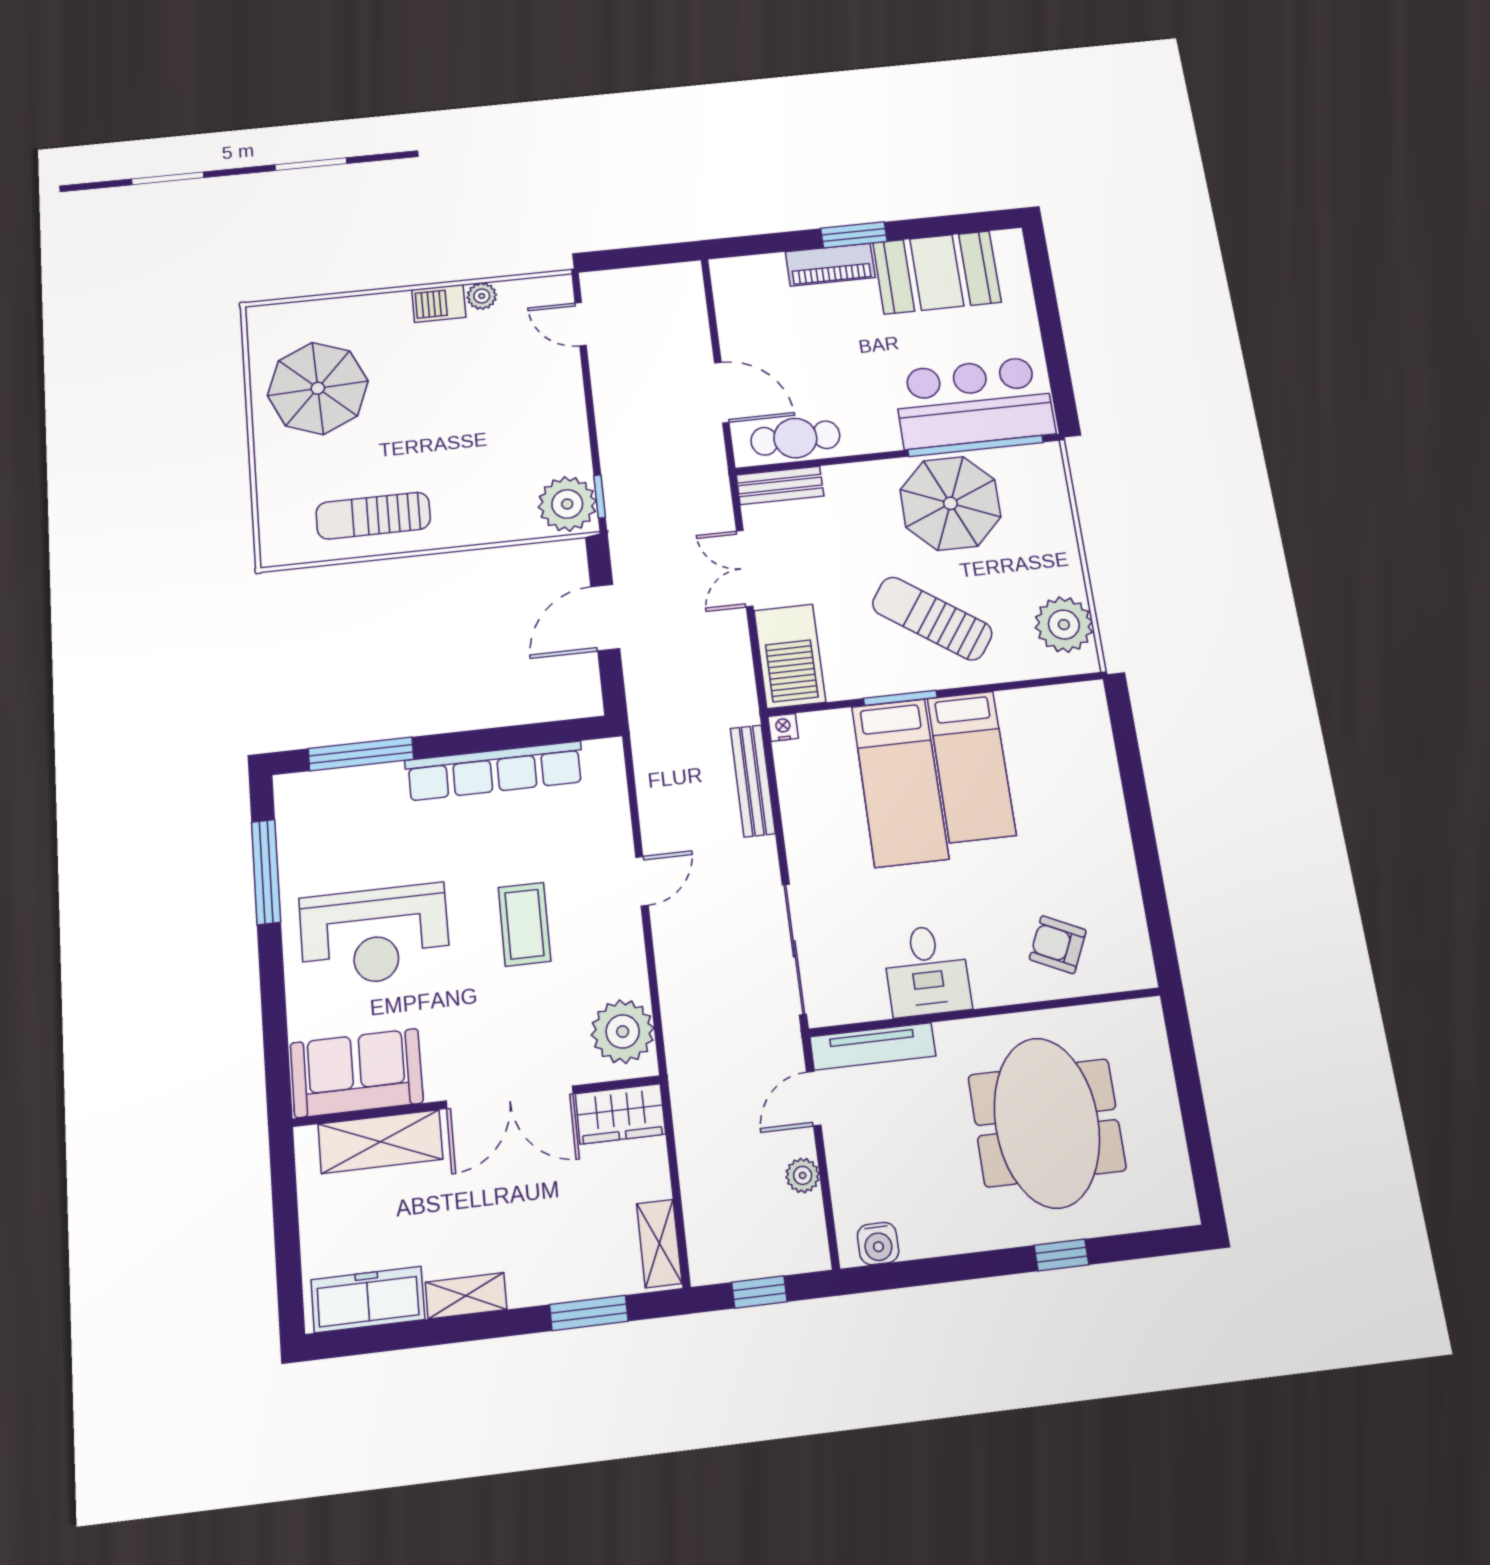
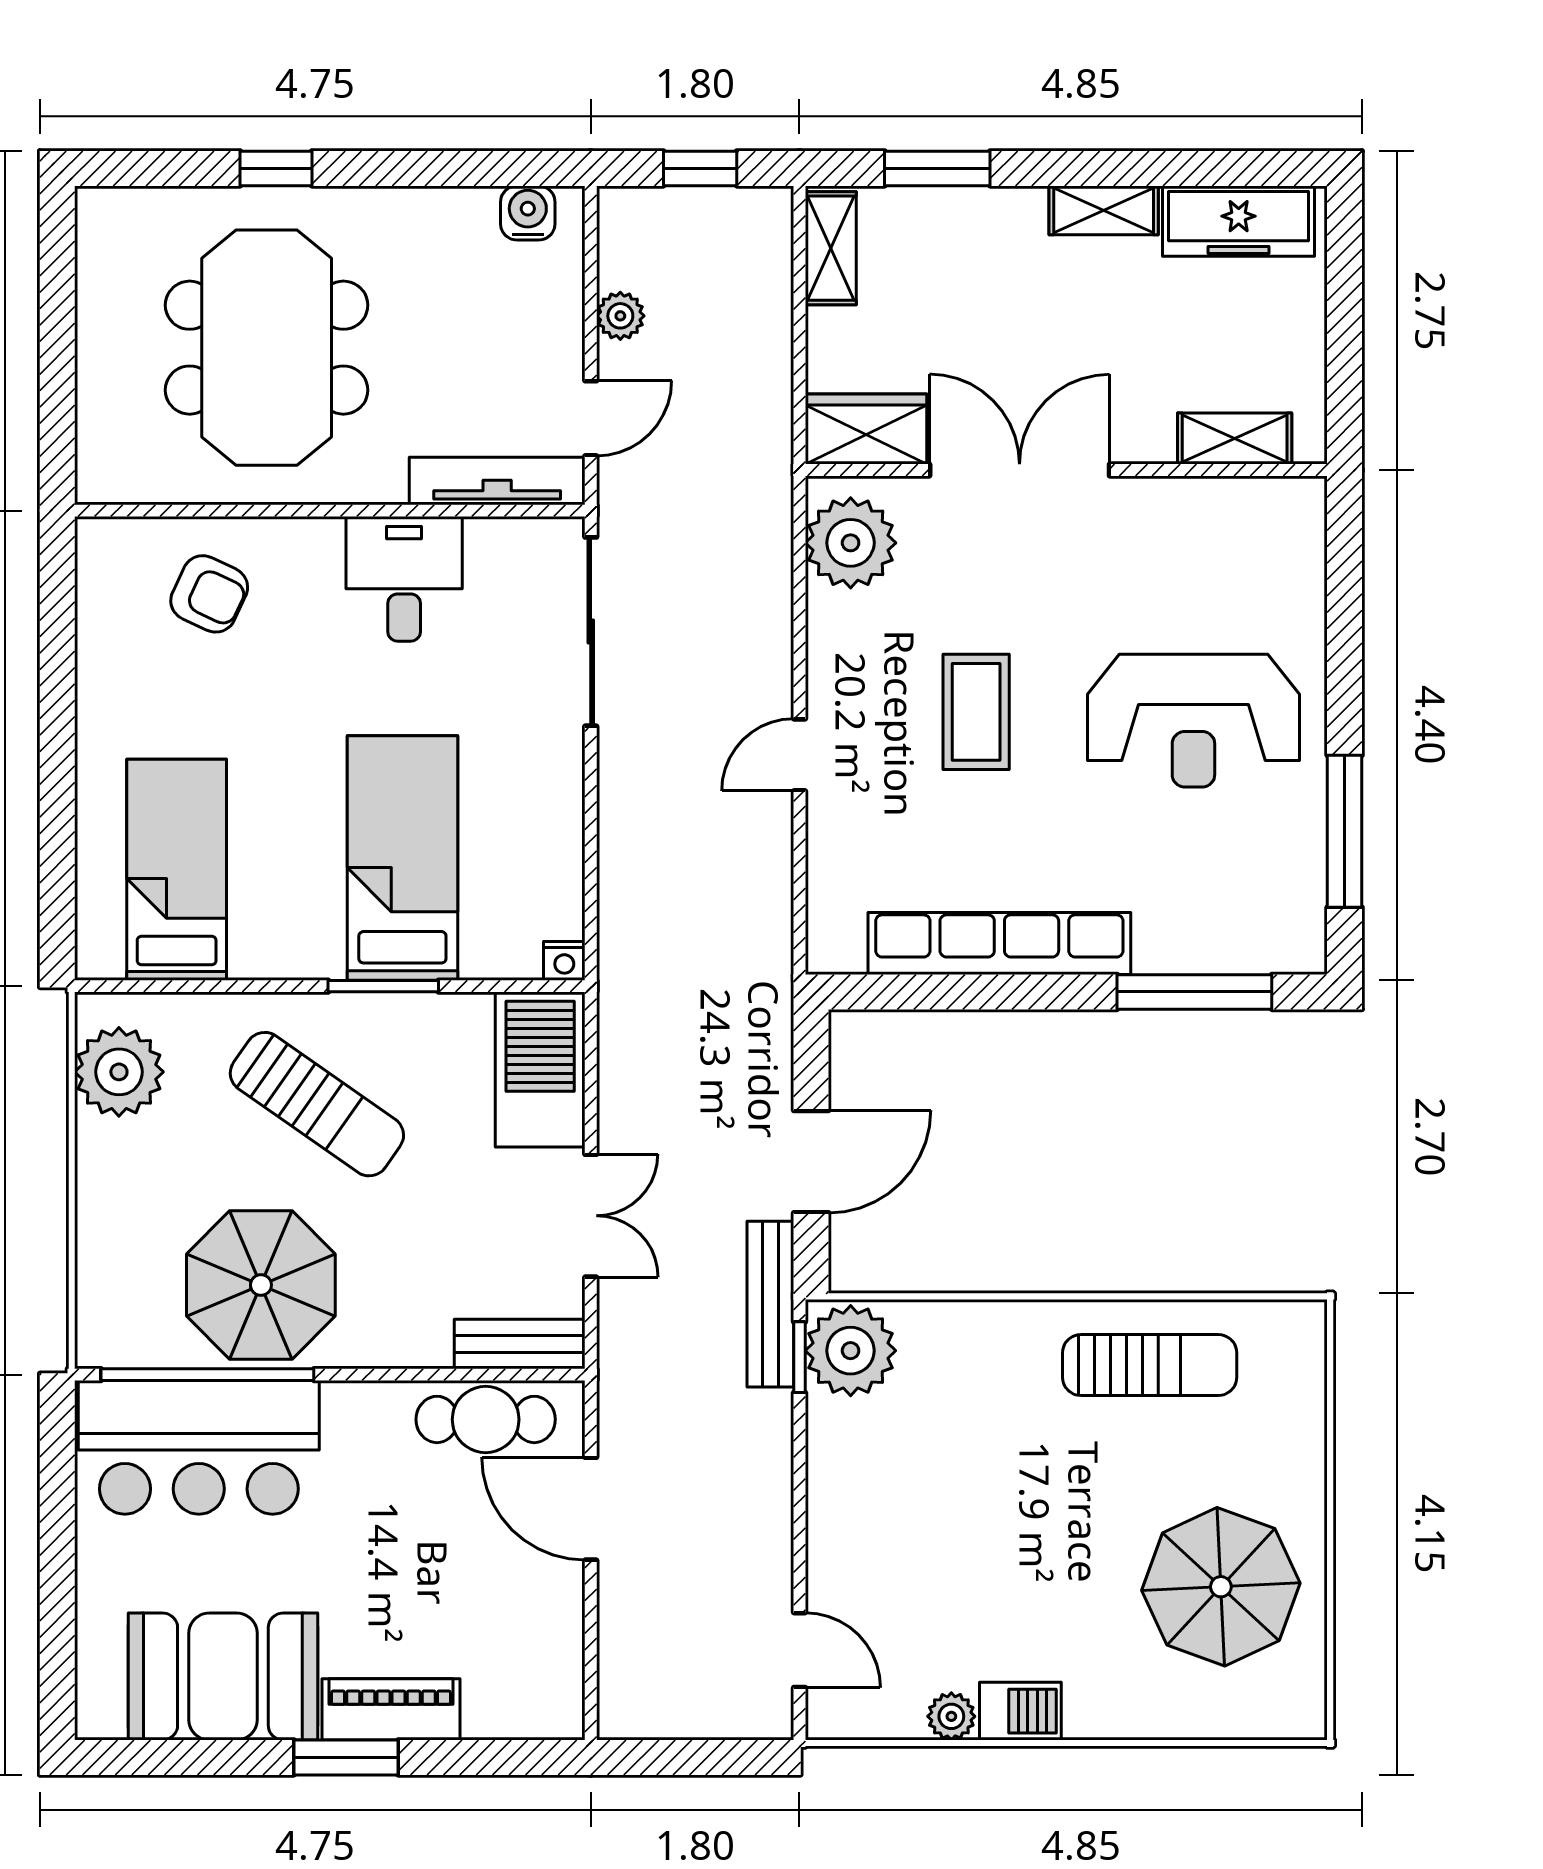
bed: (971, 766) -> (177, 870), moved
bench: (753, 781) -> (770, 1304), moved
reception desk: (375, 935) -> (1193, 721), turned 180
sofa: (357, 1073) -> (1233, 528), removed
shelving: (380, 1142) -> (1235, 439), width x0.67, depth x0.75

